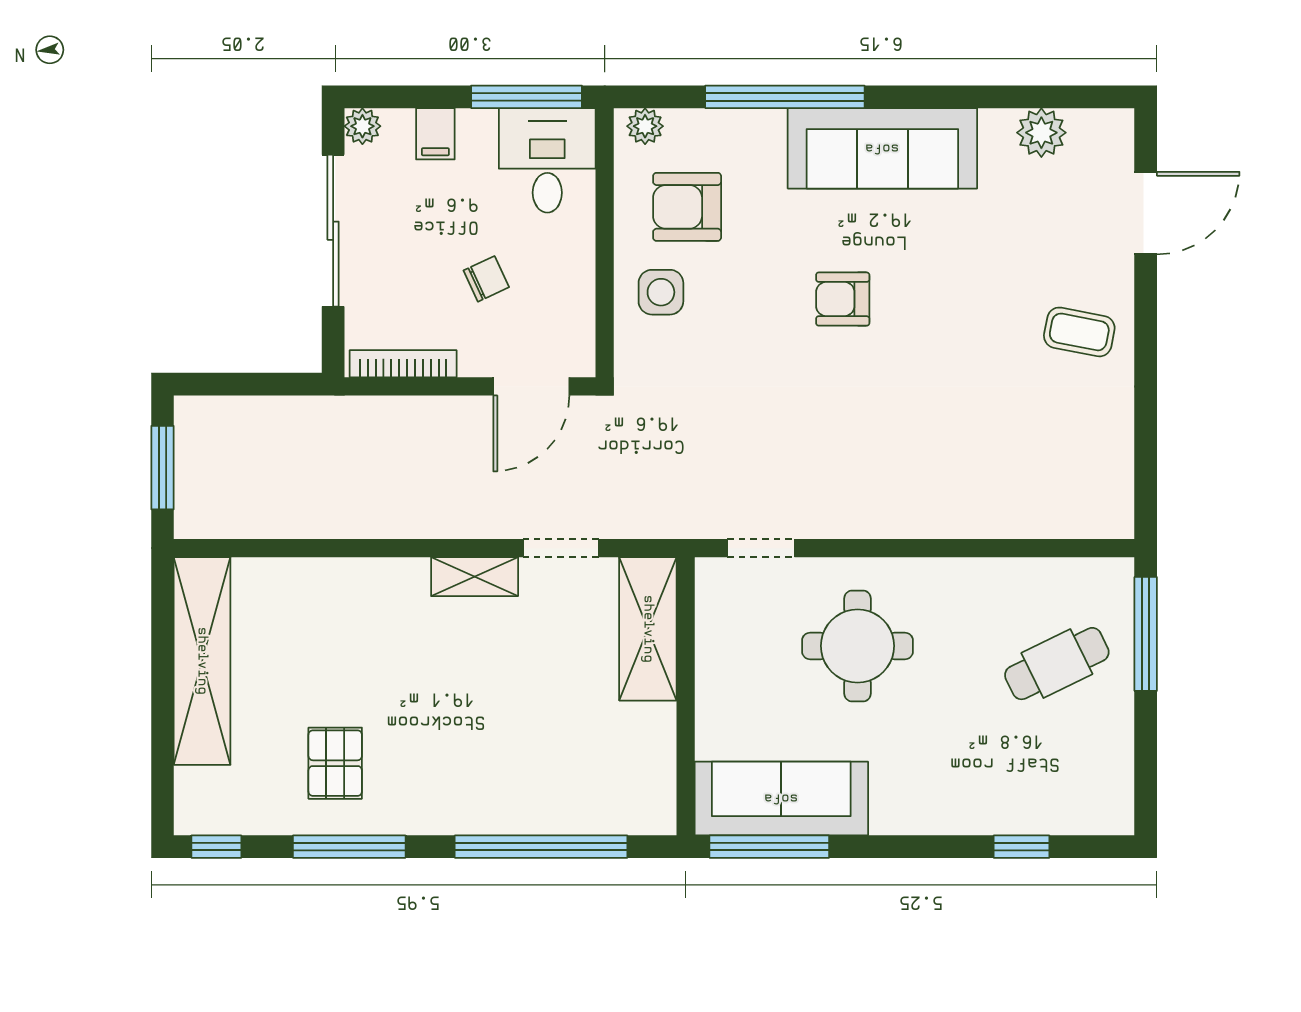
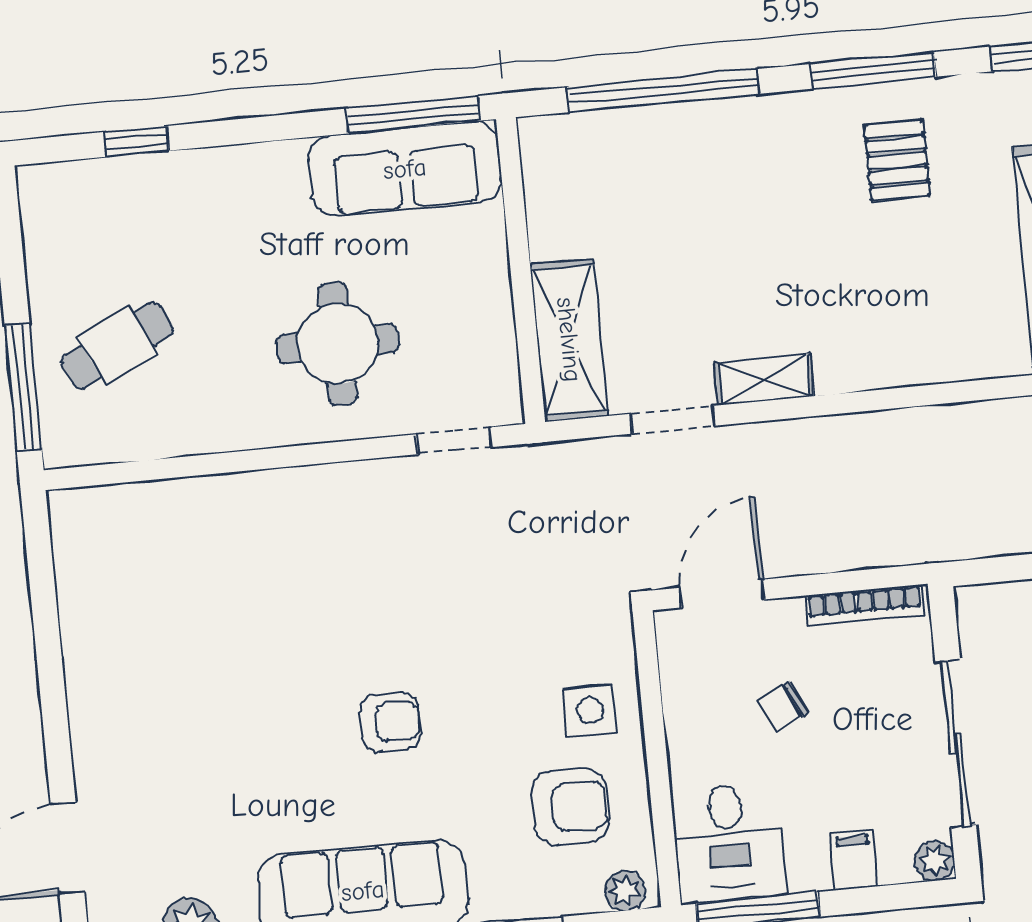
coffee table: (1079, 332) -> (128, 711), removed

